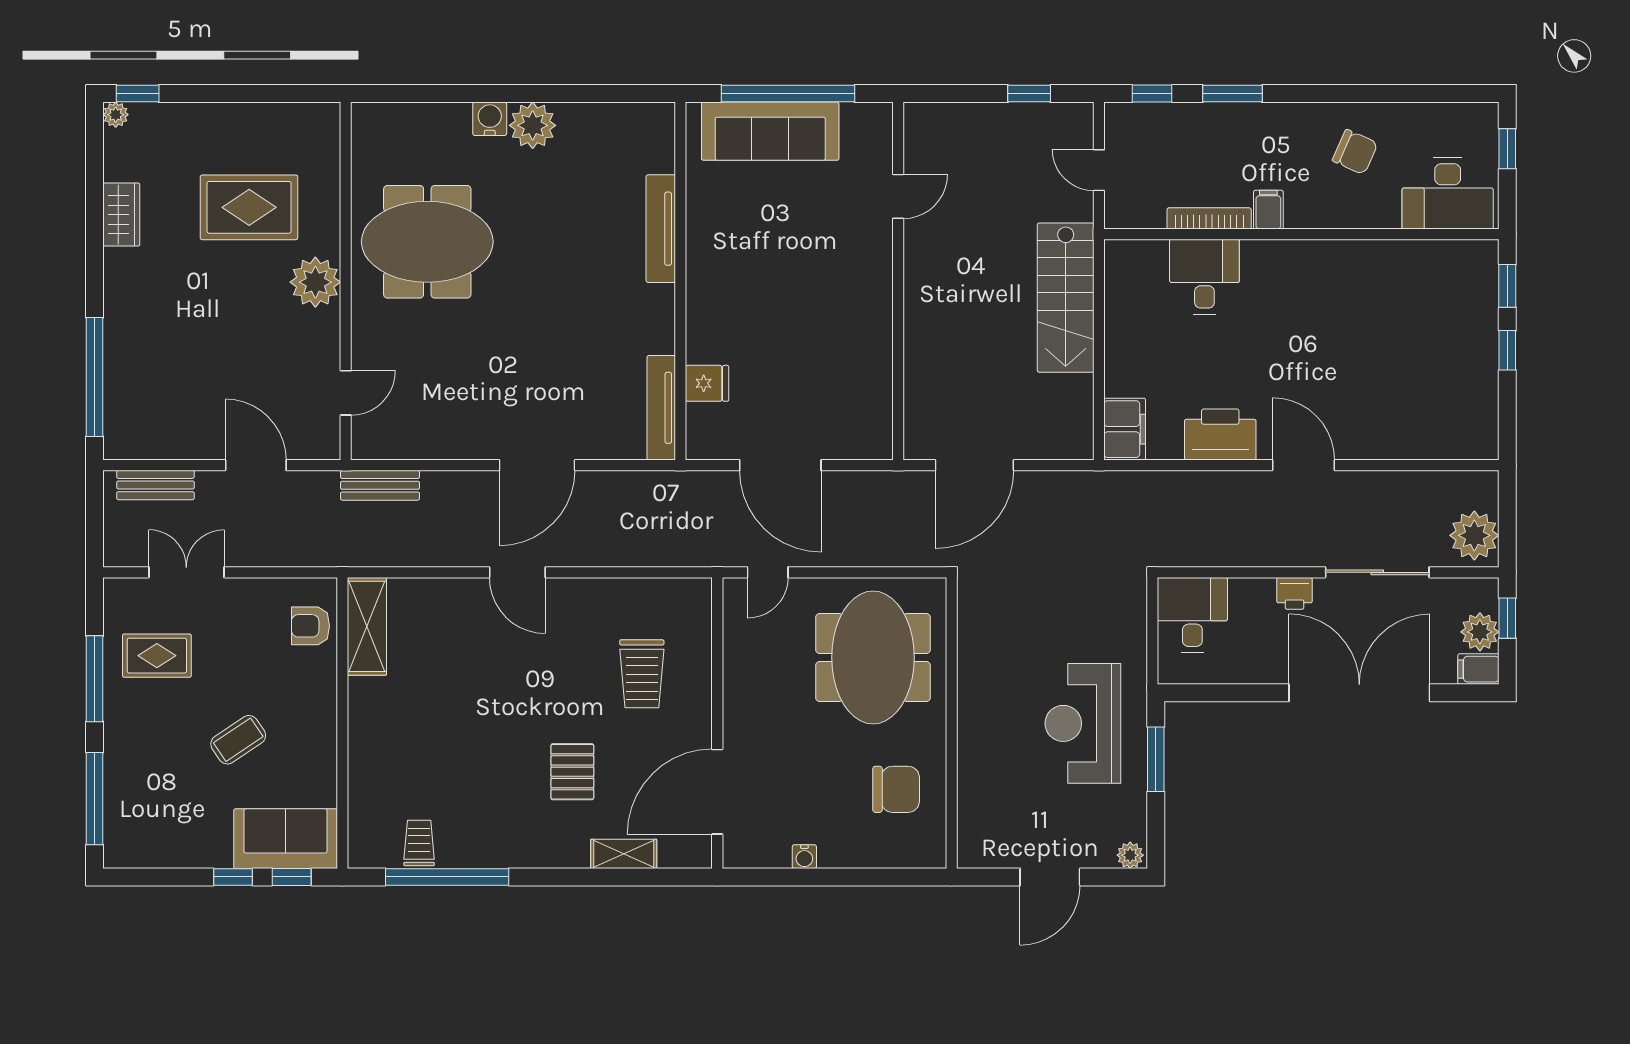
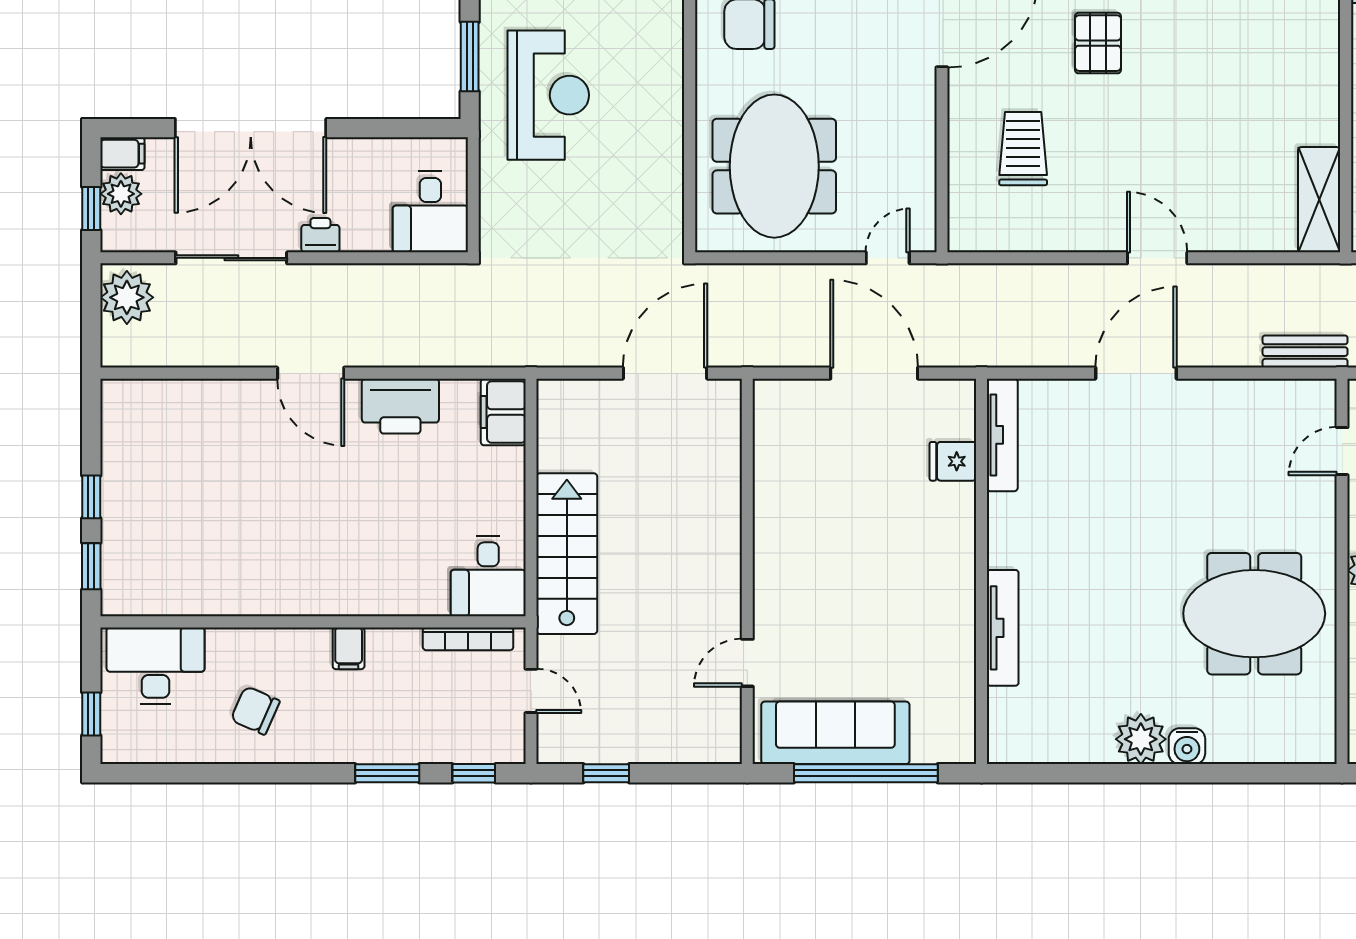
sofa: (770, 131) -> (835, 733), moved
bookcase: (1209, 218) -> (468, 639), moved
desk: (1204, 277) -> (488, 576), moved

